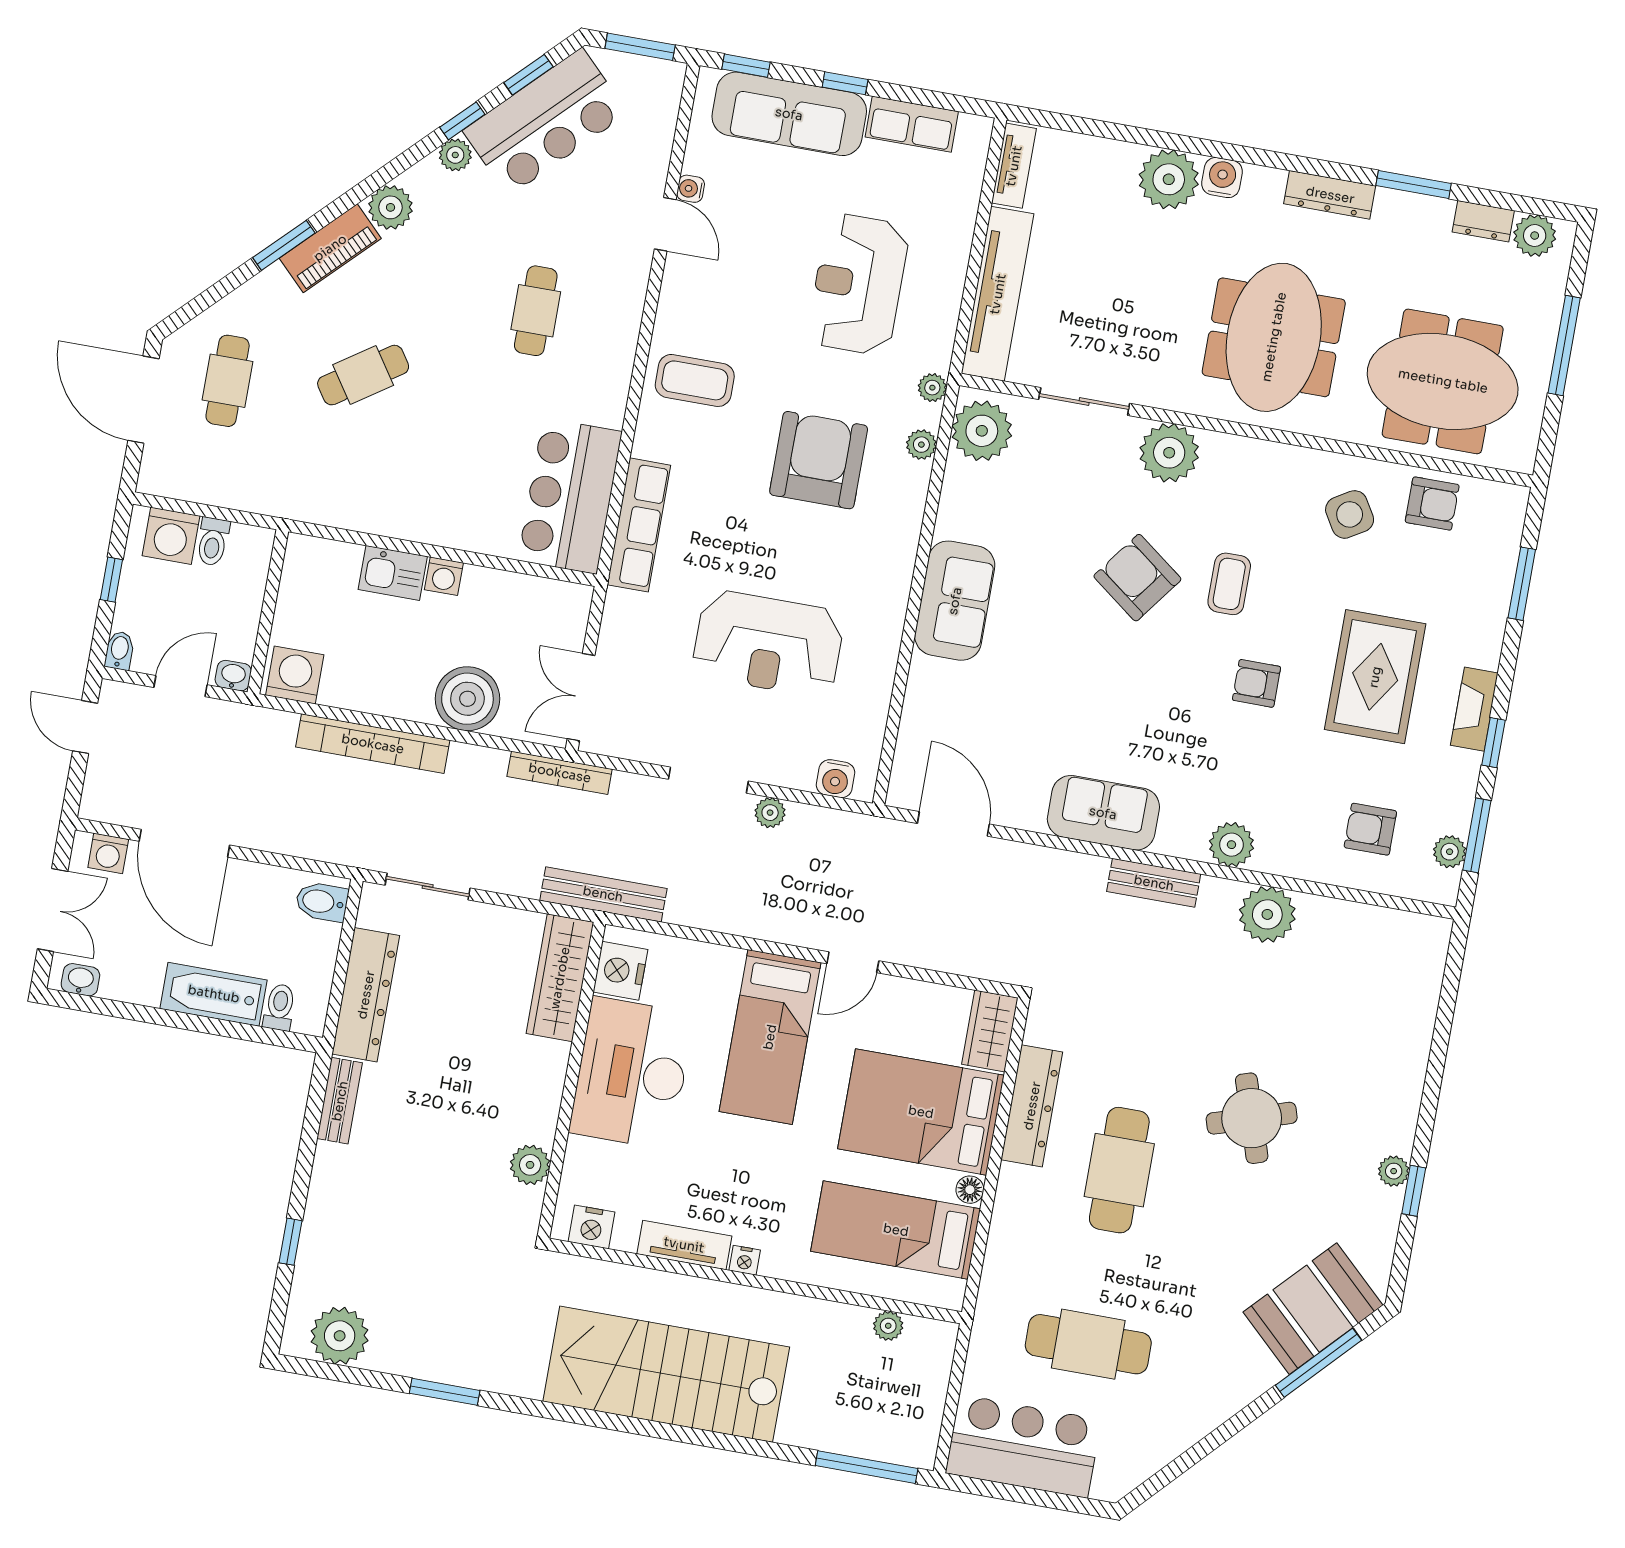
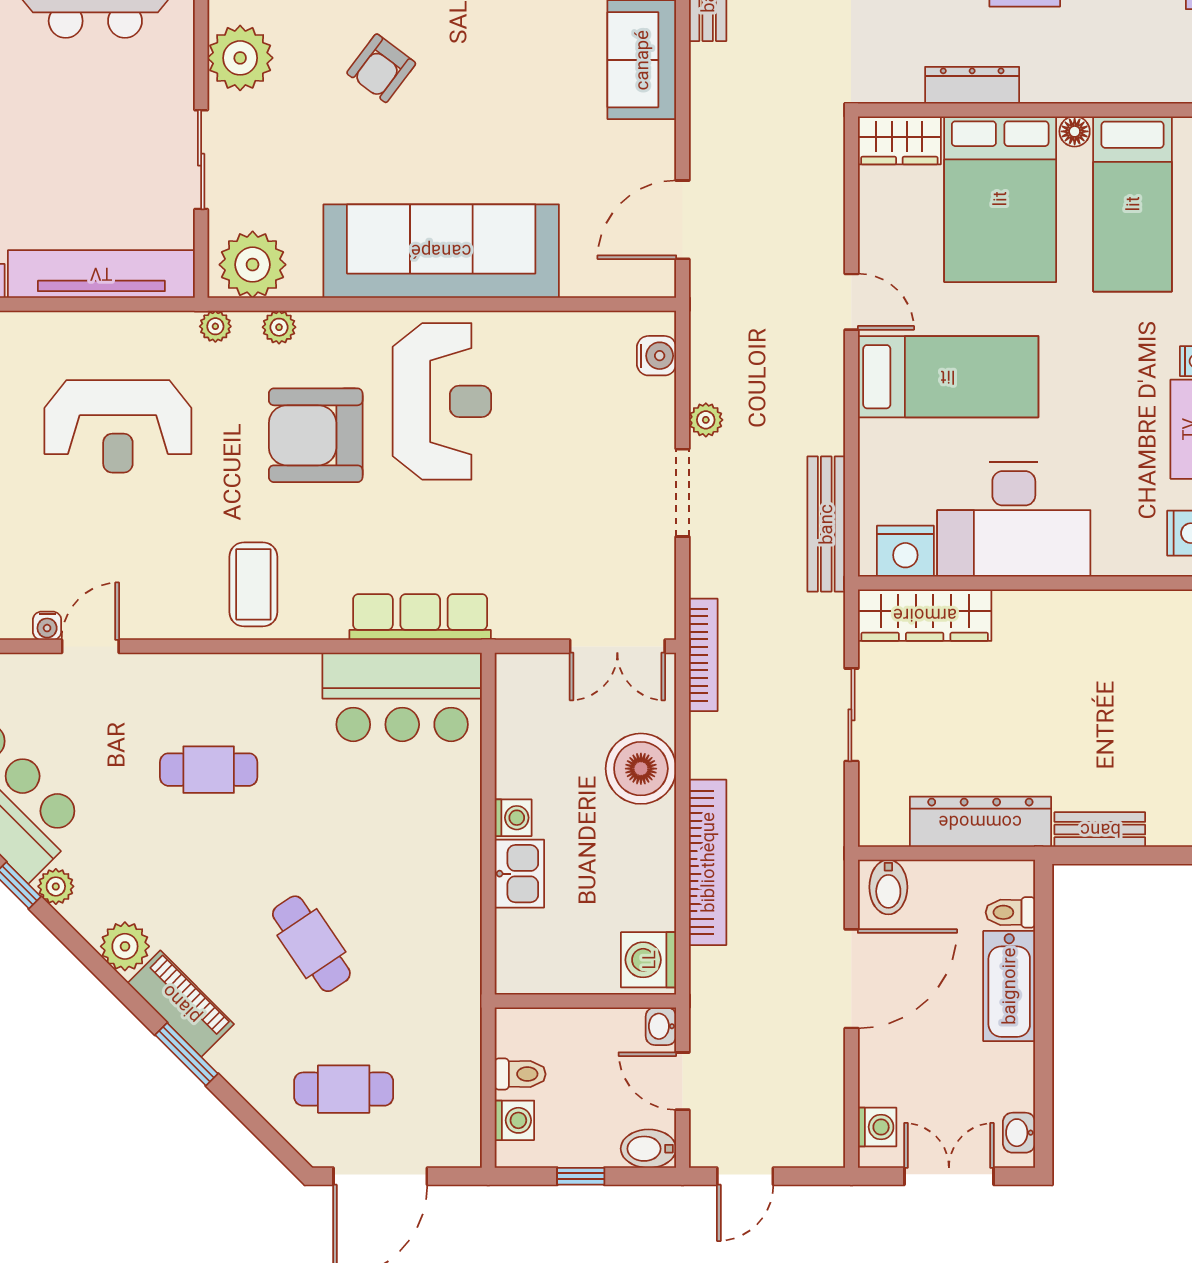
washing machine: (171, 536) -> (514, 1120), width x0.73, depth x0.73
armchair: (1137, 578) -> (381, 68), width x0.72, depth x0.72
sofa: (955, 601) -> (441, 251), width x1.85, depth x1.27
reception desk: (768, 643) -> (442, 401), moved
bidet: (119, 650) -> (648, 1149), width x1.38, depth x1.36
door: (184, 843) -> (851, 979), moved
sliding door: (428, 887) -> (851, 715), moved
bench: (603, 894) -> (826, 524), moved
dresser: (1032, 1106) -> (972, 85), width x0.73, depth x0.80
plant: (530, 1165) -> (1132, 611), removed

